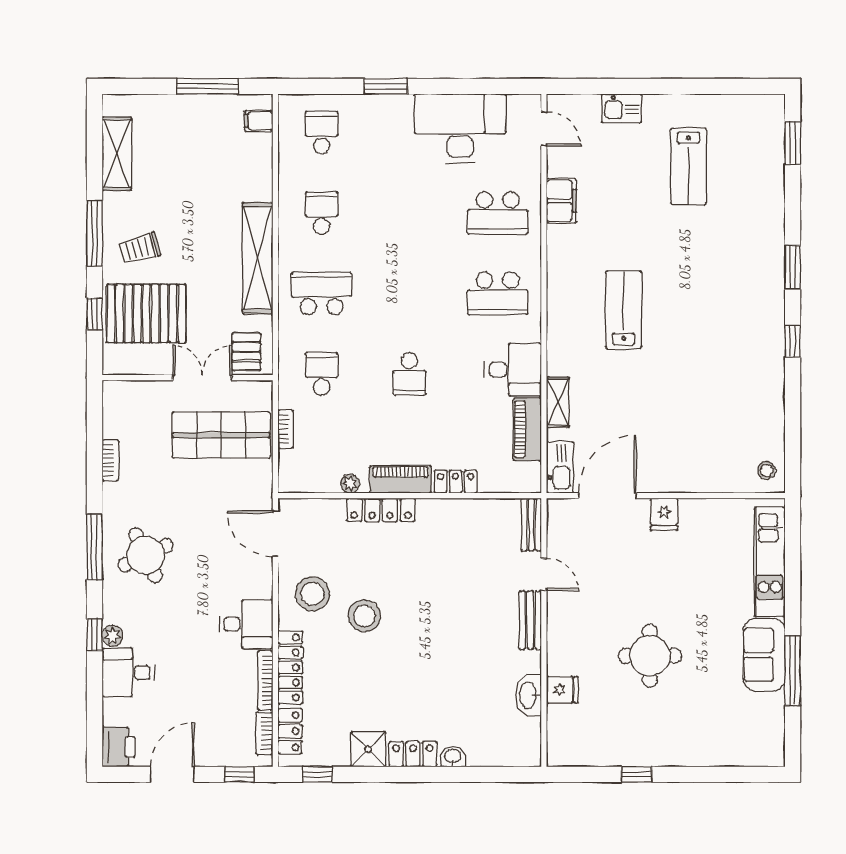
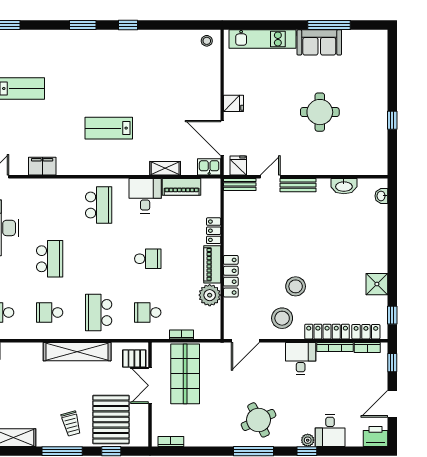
school desk: (498, 213) -> (50, 259), moved
bookcase: (110, 460) -> (171, 441), moved
kitchen sink: (560, 467) -> (209, 167), width x0.73
plant: (350, 484) -> (210, 295), width x1.88, depth x1.88
fridge: (562, 690) -> (238, 166), moved
locker: (413, 754) -> (380, 257), removed
washbasin: (453, 757) -> (381, 196), moved
door: (172, 774) -> (392, 404), hinge flipped

